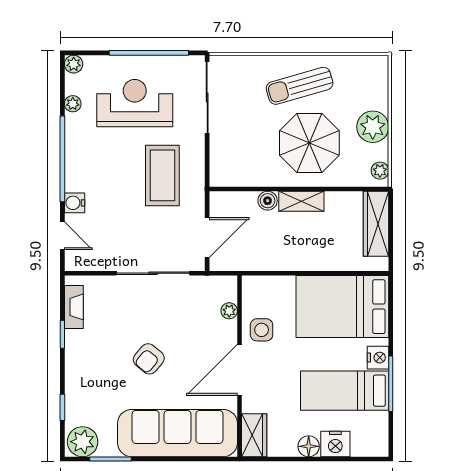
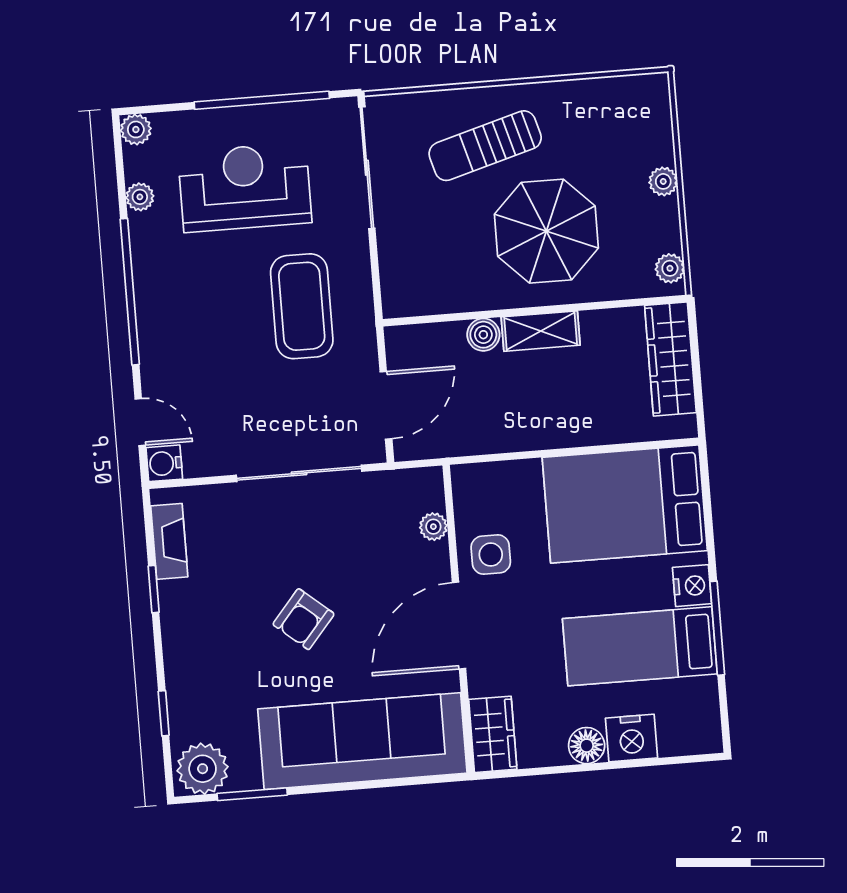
sun lounger: (300, 86) -> (485, 146), moved
plant: (373, 127) -> (663, 181), width x0.53, depth x0.53
water cooler: (75, 203) -> (164, 463), moved

